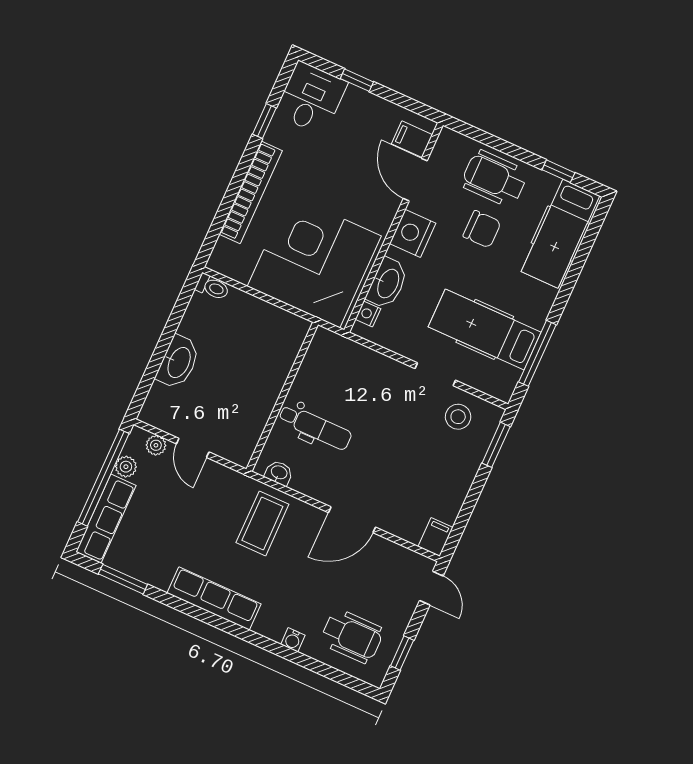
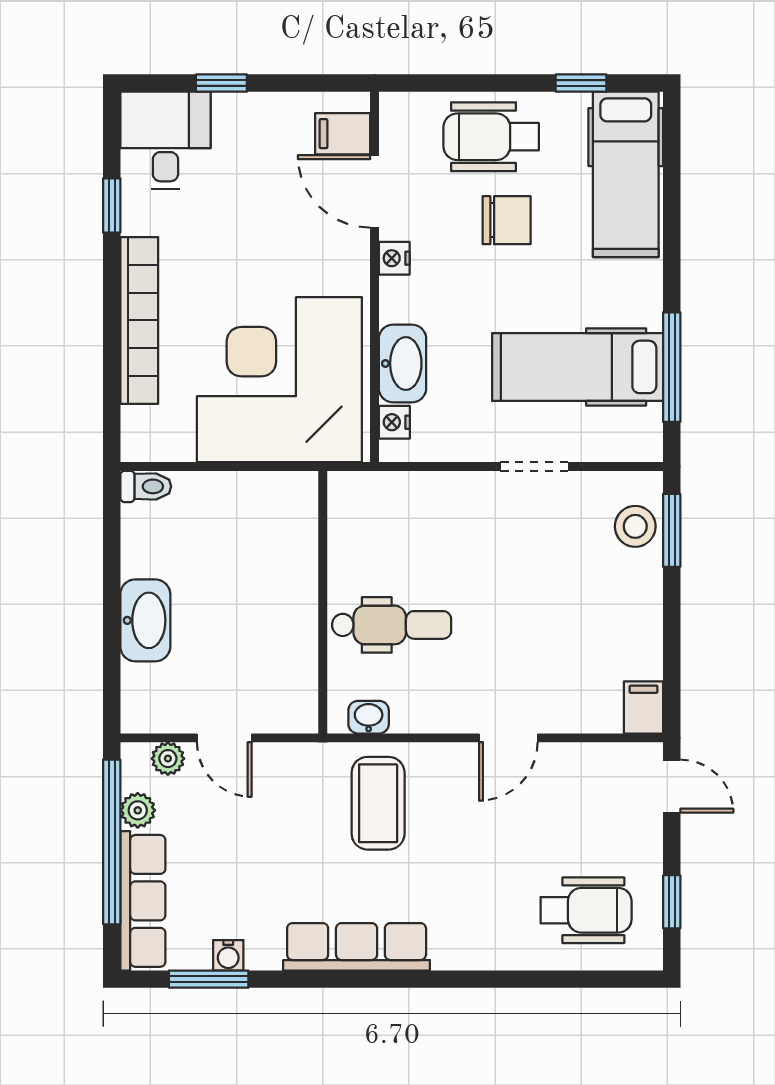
nightstand: (413, 233) -> (394, 258), width x0.53, depth x0.56
stool: (458, 417) -> (635, 526), moved
door: (352, 520) -> (508, 738), width x0.73
water cooler: (293, 640) -> (228, 955), moved

